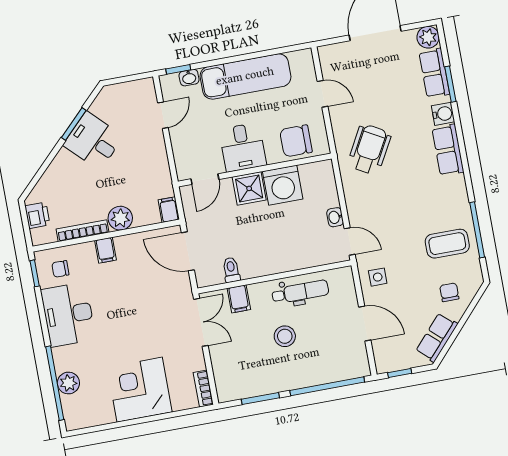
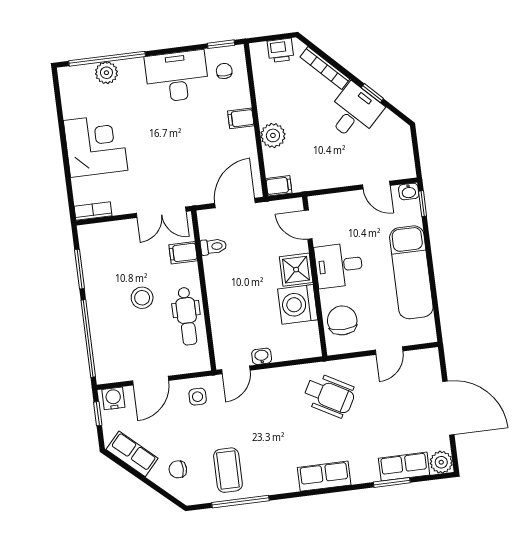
washbasin: (189, 78) -> (409, 192), moved, turned -90
water cooler: (443, 114) -> (113, 398), moved, turned 180
window: (74, 124) -> (372, 93), width x0.67
bookcase: (83, 231) -> (325, 68), moved, turned 135
chair: (449, 292) -> (178, 469), turned 180

